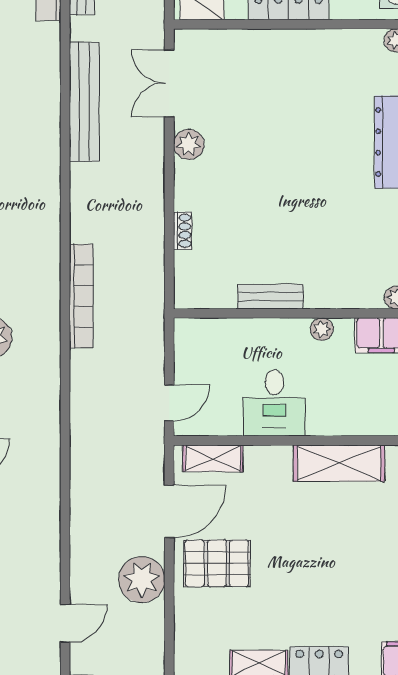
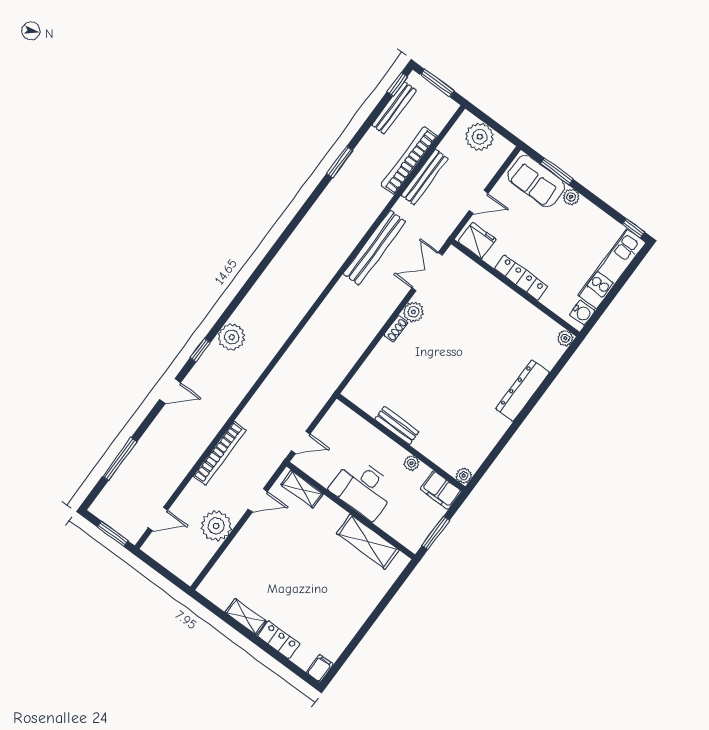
shoe rack: (183, 231) -> (396, 329), moved
bookcase: (81, 296) -> (220, 453), moved
desk: (274, 403) -> (363, 488), width x1.37
door: (169, 511) -> (258, 500), width x0.73
pallet: (217, 563) -> (263, 547), removed

